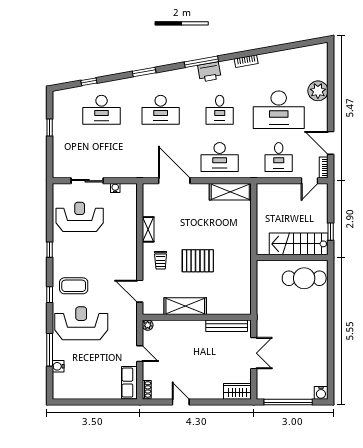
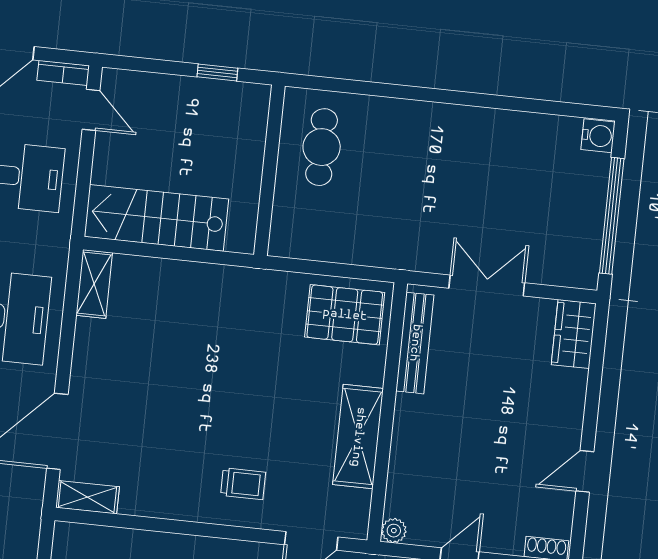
shelving: (230, 192) -> (94, 284), width x0.67, depth x0.75
shelving: (148, 229) -> (87, 497), moved
stairs: (299, 244) -> (156, 218), moved, turned 90
pallet: (198, 261) -> (345, 315), moved, turned 90
cafe table: (304, 278) -> (322, 147), width x0.73, depth x0.74

